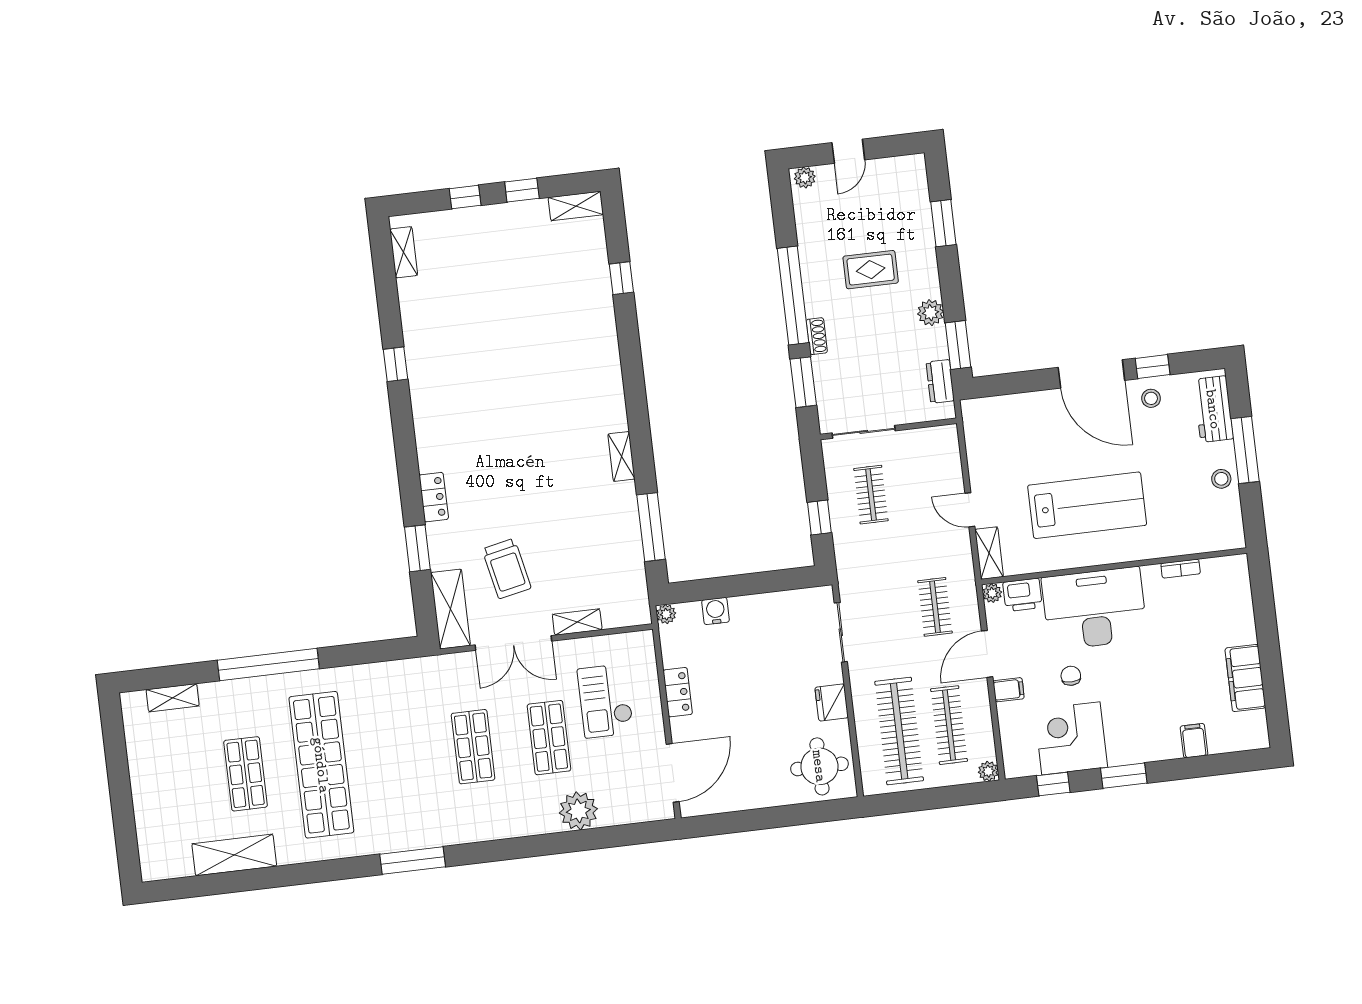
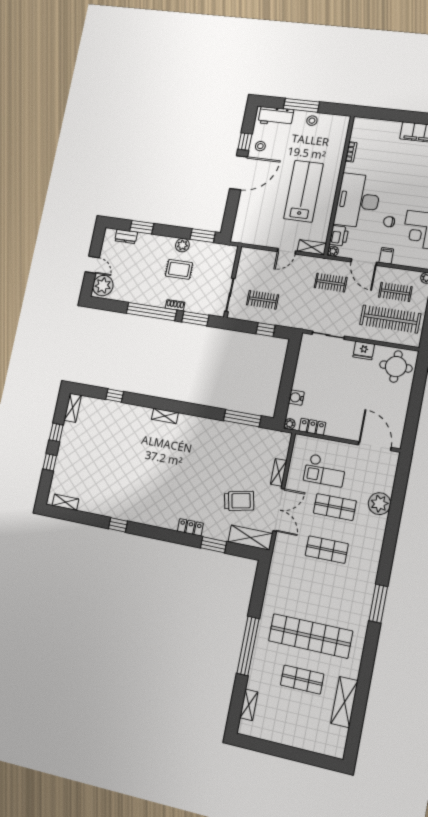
plant: (805, 178) -> (103, 286), width x1.87, depth x1.87
rug: (871, 270) -> (179, 269), moved, turned 90
dresser: (940, 381) -> (126, 236), moved
shelving: (621, 456) -> (165, 416), moved
locker: (678, 692) -> (312, 427), moved
clothes rail: (949, 725) -> (395, 292), width x0.73

